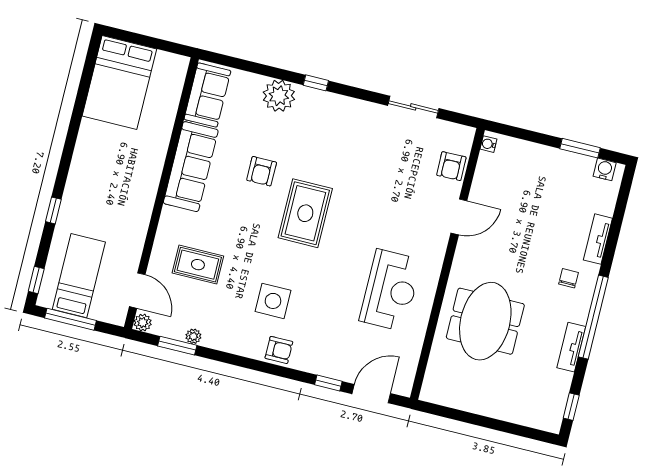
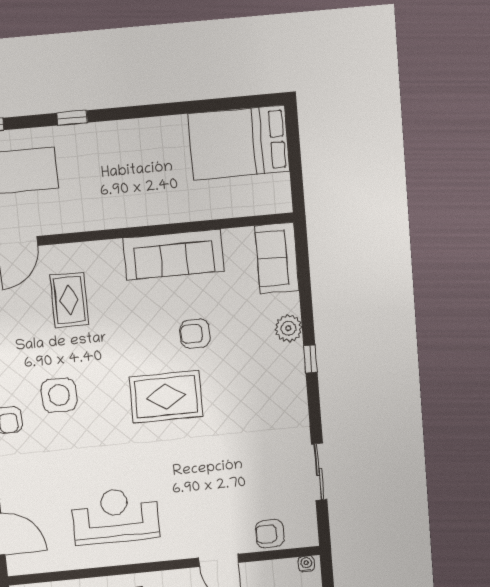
sofa: (207, 95) -> (277, 258), moved, turned 90
plant: (279, 96) -> (288, 328), width x0.73, depth x0.73
reception desk: (390, 290) -> (115, 516), turned 180

